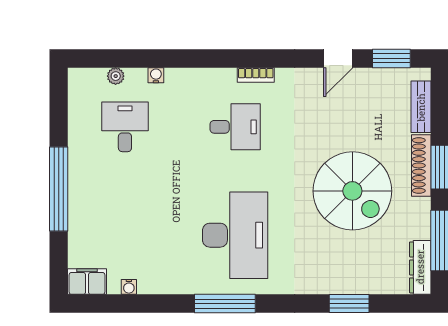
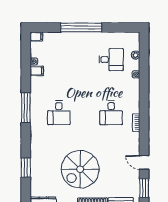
desk: (235, 235) -> (59, 113), width x0.53, depth x0.77
filing cabinet: (149, 281) -> (37, 71), added
filing cabinet: (87, 282) -> (36, 37), width x0.50

